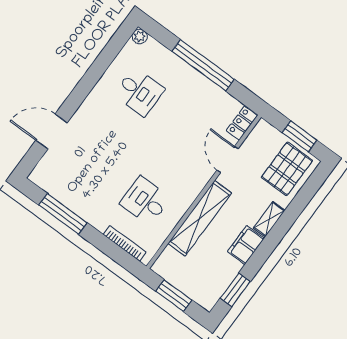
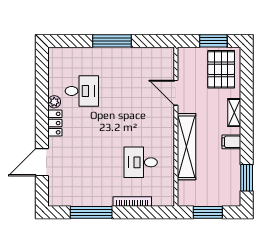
plant: (140, 36) -> (54, 102), moved
window: (203, 65) -> (112, 41), width x0.68
locker: (242, 123) -> (55, 123), moved, turned 180
bookcase: (125, 243) -> (132, 202), moved
filing cabinet: (246, 245) -> (231, 142), width x0.50

